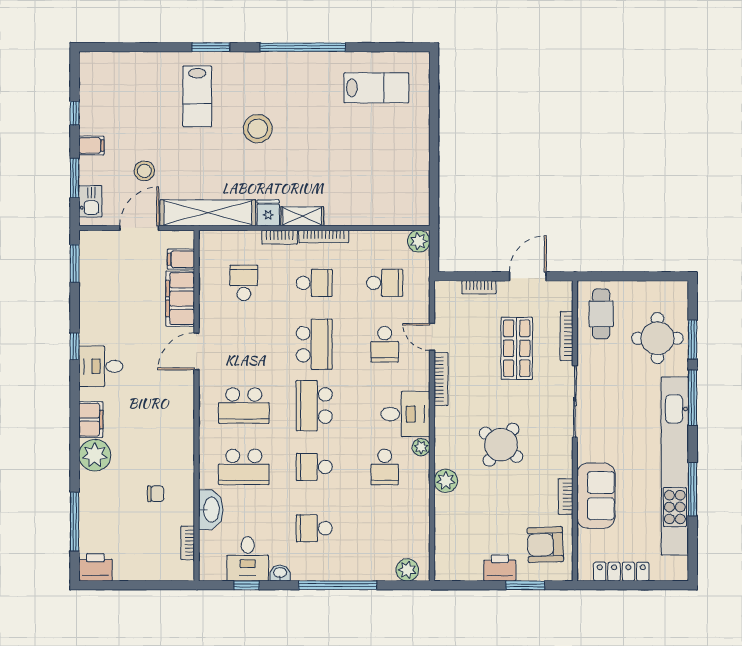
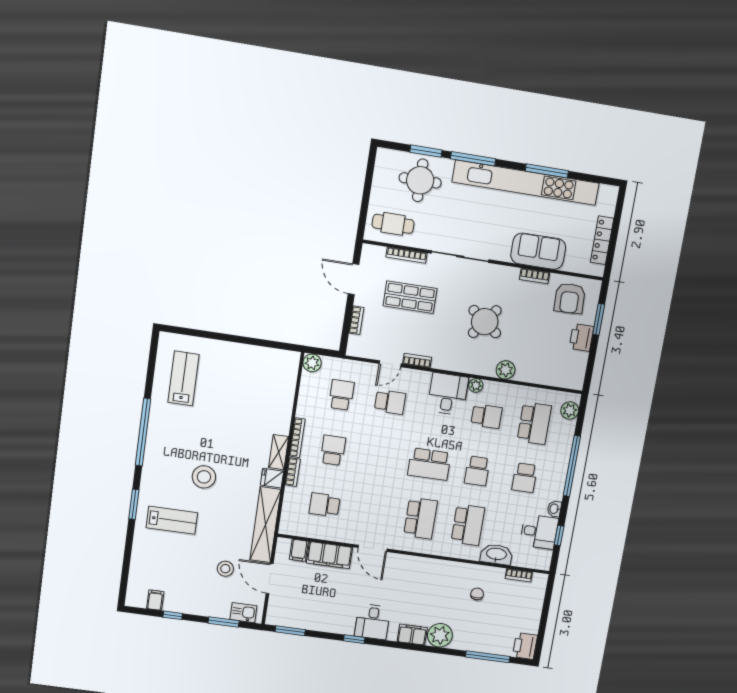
filing cabinet: (91, 146) -> (155, 600), moved
school desk: (314, 344) -> (534, 423), moved, turned 90
bookcase: (441, 379) -> (417, 361), width x0.64

